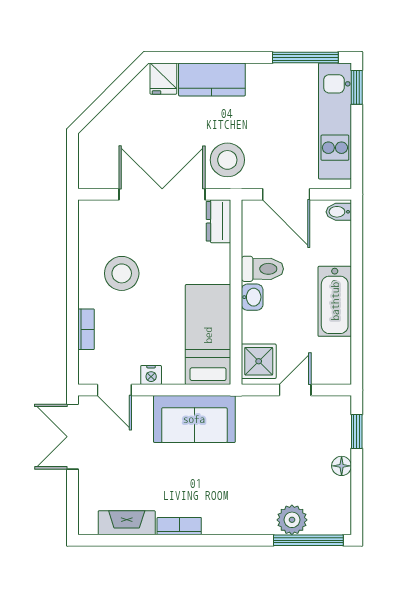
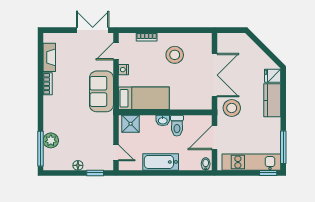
dresser: (218, 221) -> (201, 104), removed
door: (295, 390) -> (116, 153), moved

